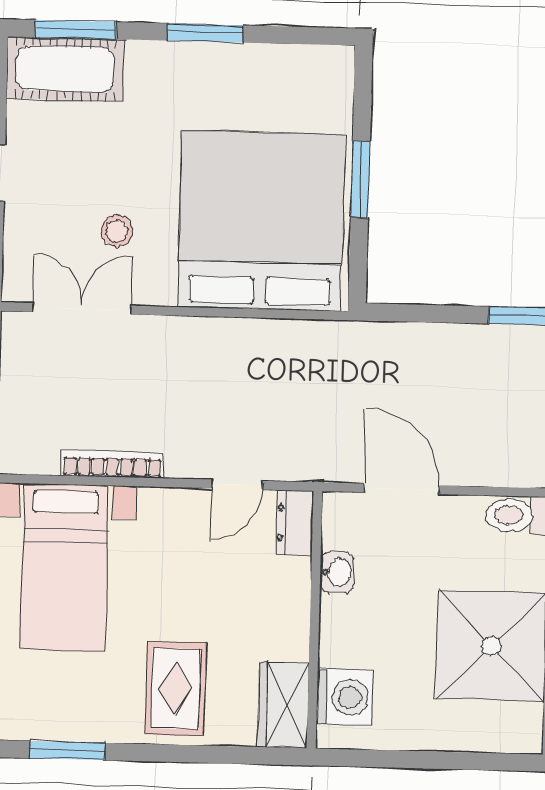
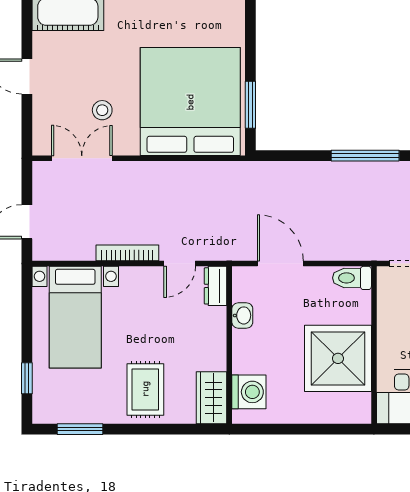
window: (360, 179) -> (250, 105), moved
bookcase: (112, 464) -> (127, 253), moved

